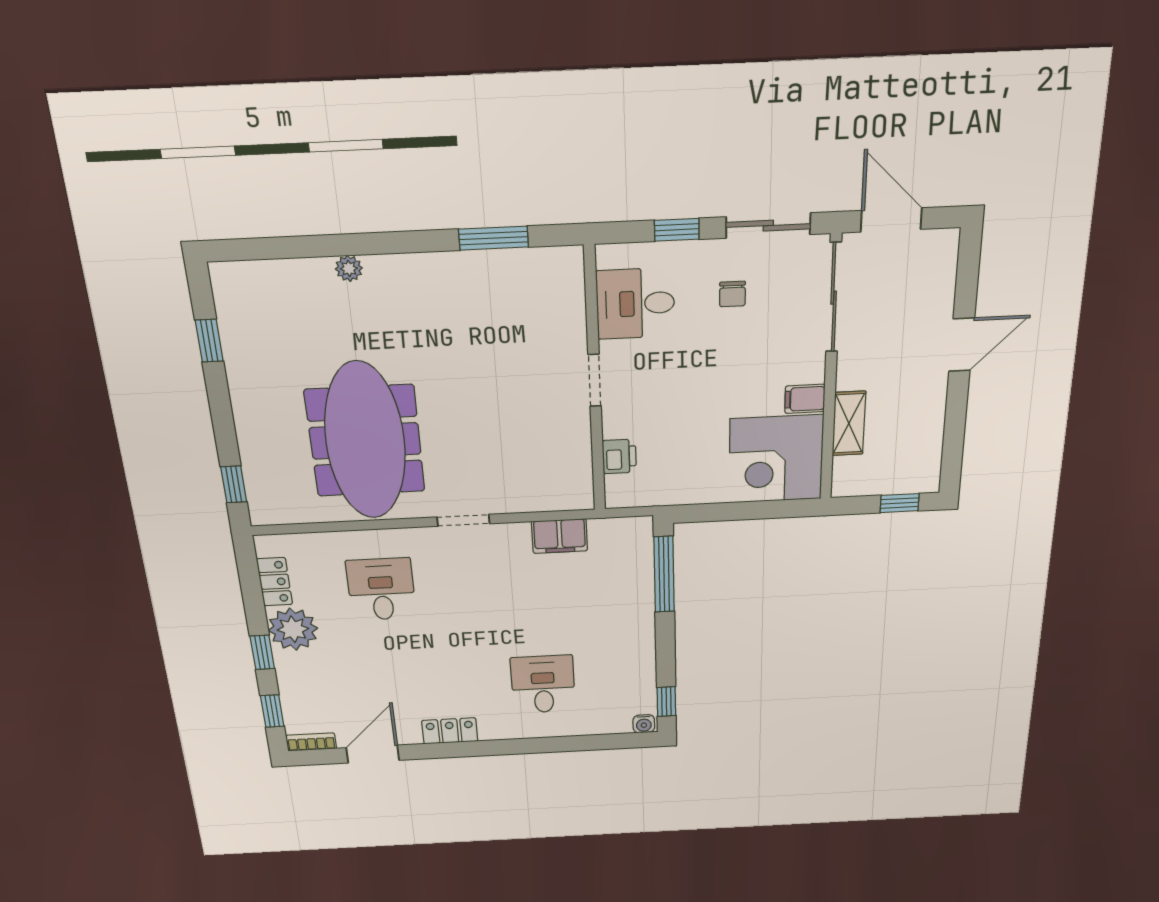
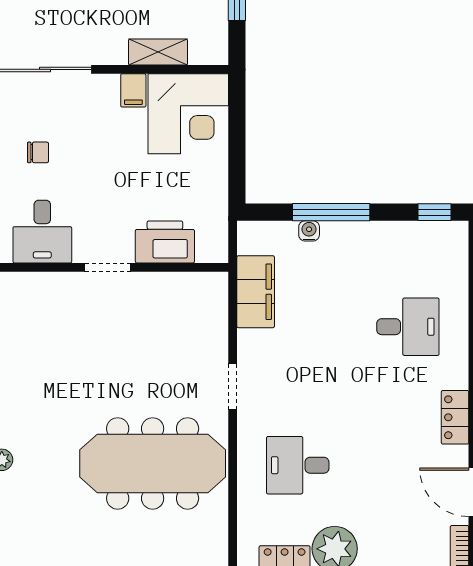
printer: (619, 456) -> (165, 242), width x1.87, depth x1.48
filing cabinet: (560, 536) -> (256, 292), width x1.50, depth x1.17
window: (664, 574) -> (331, 212), moved
desk: (543, 684) -> (408, 327), turned 180
water cooler: (644, 724) -> (309, 231), moved, turned -90

